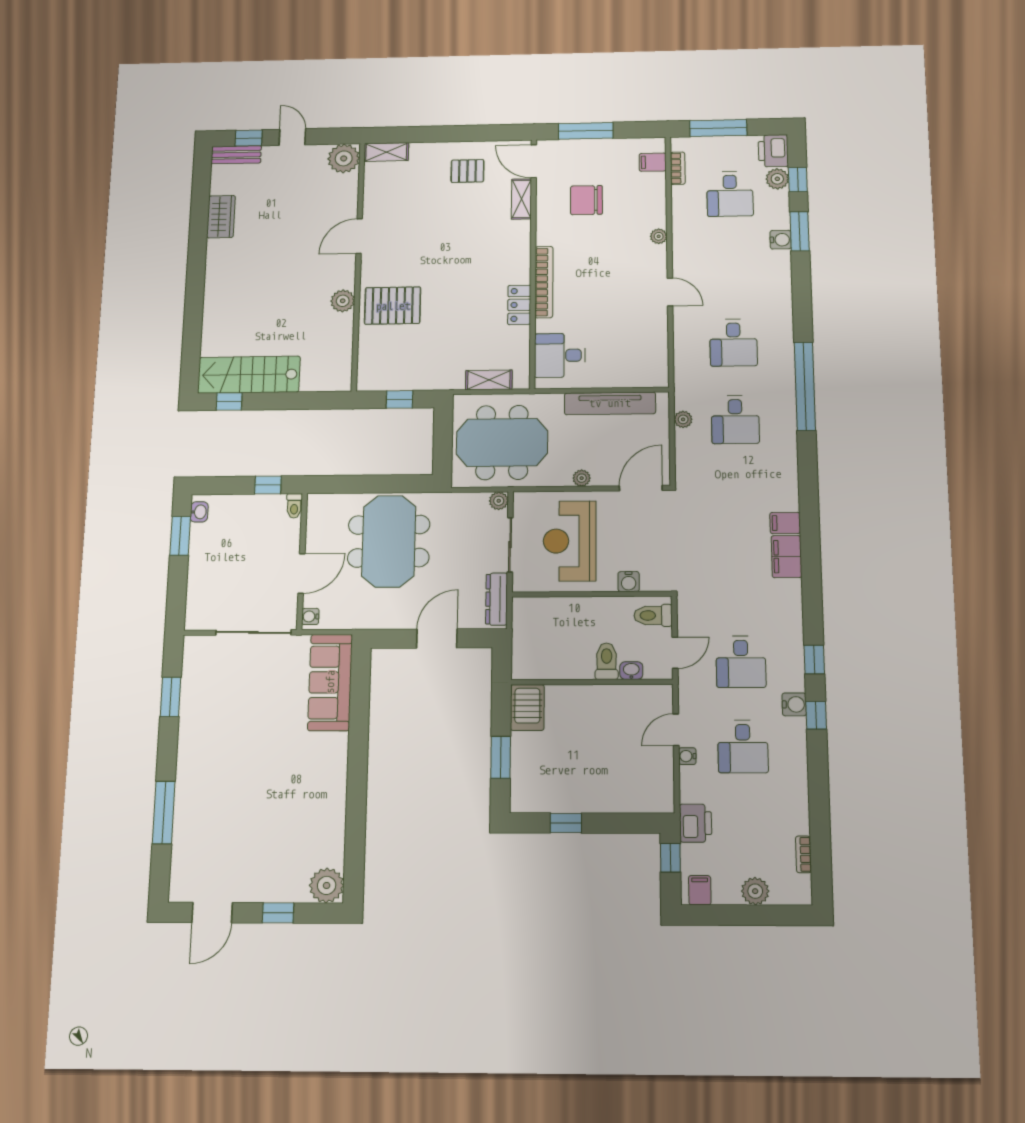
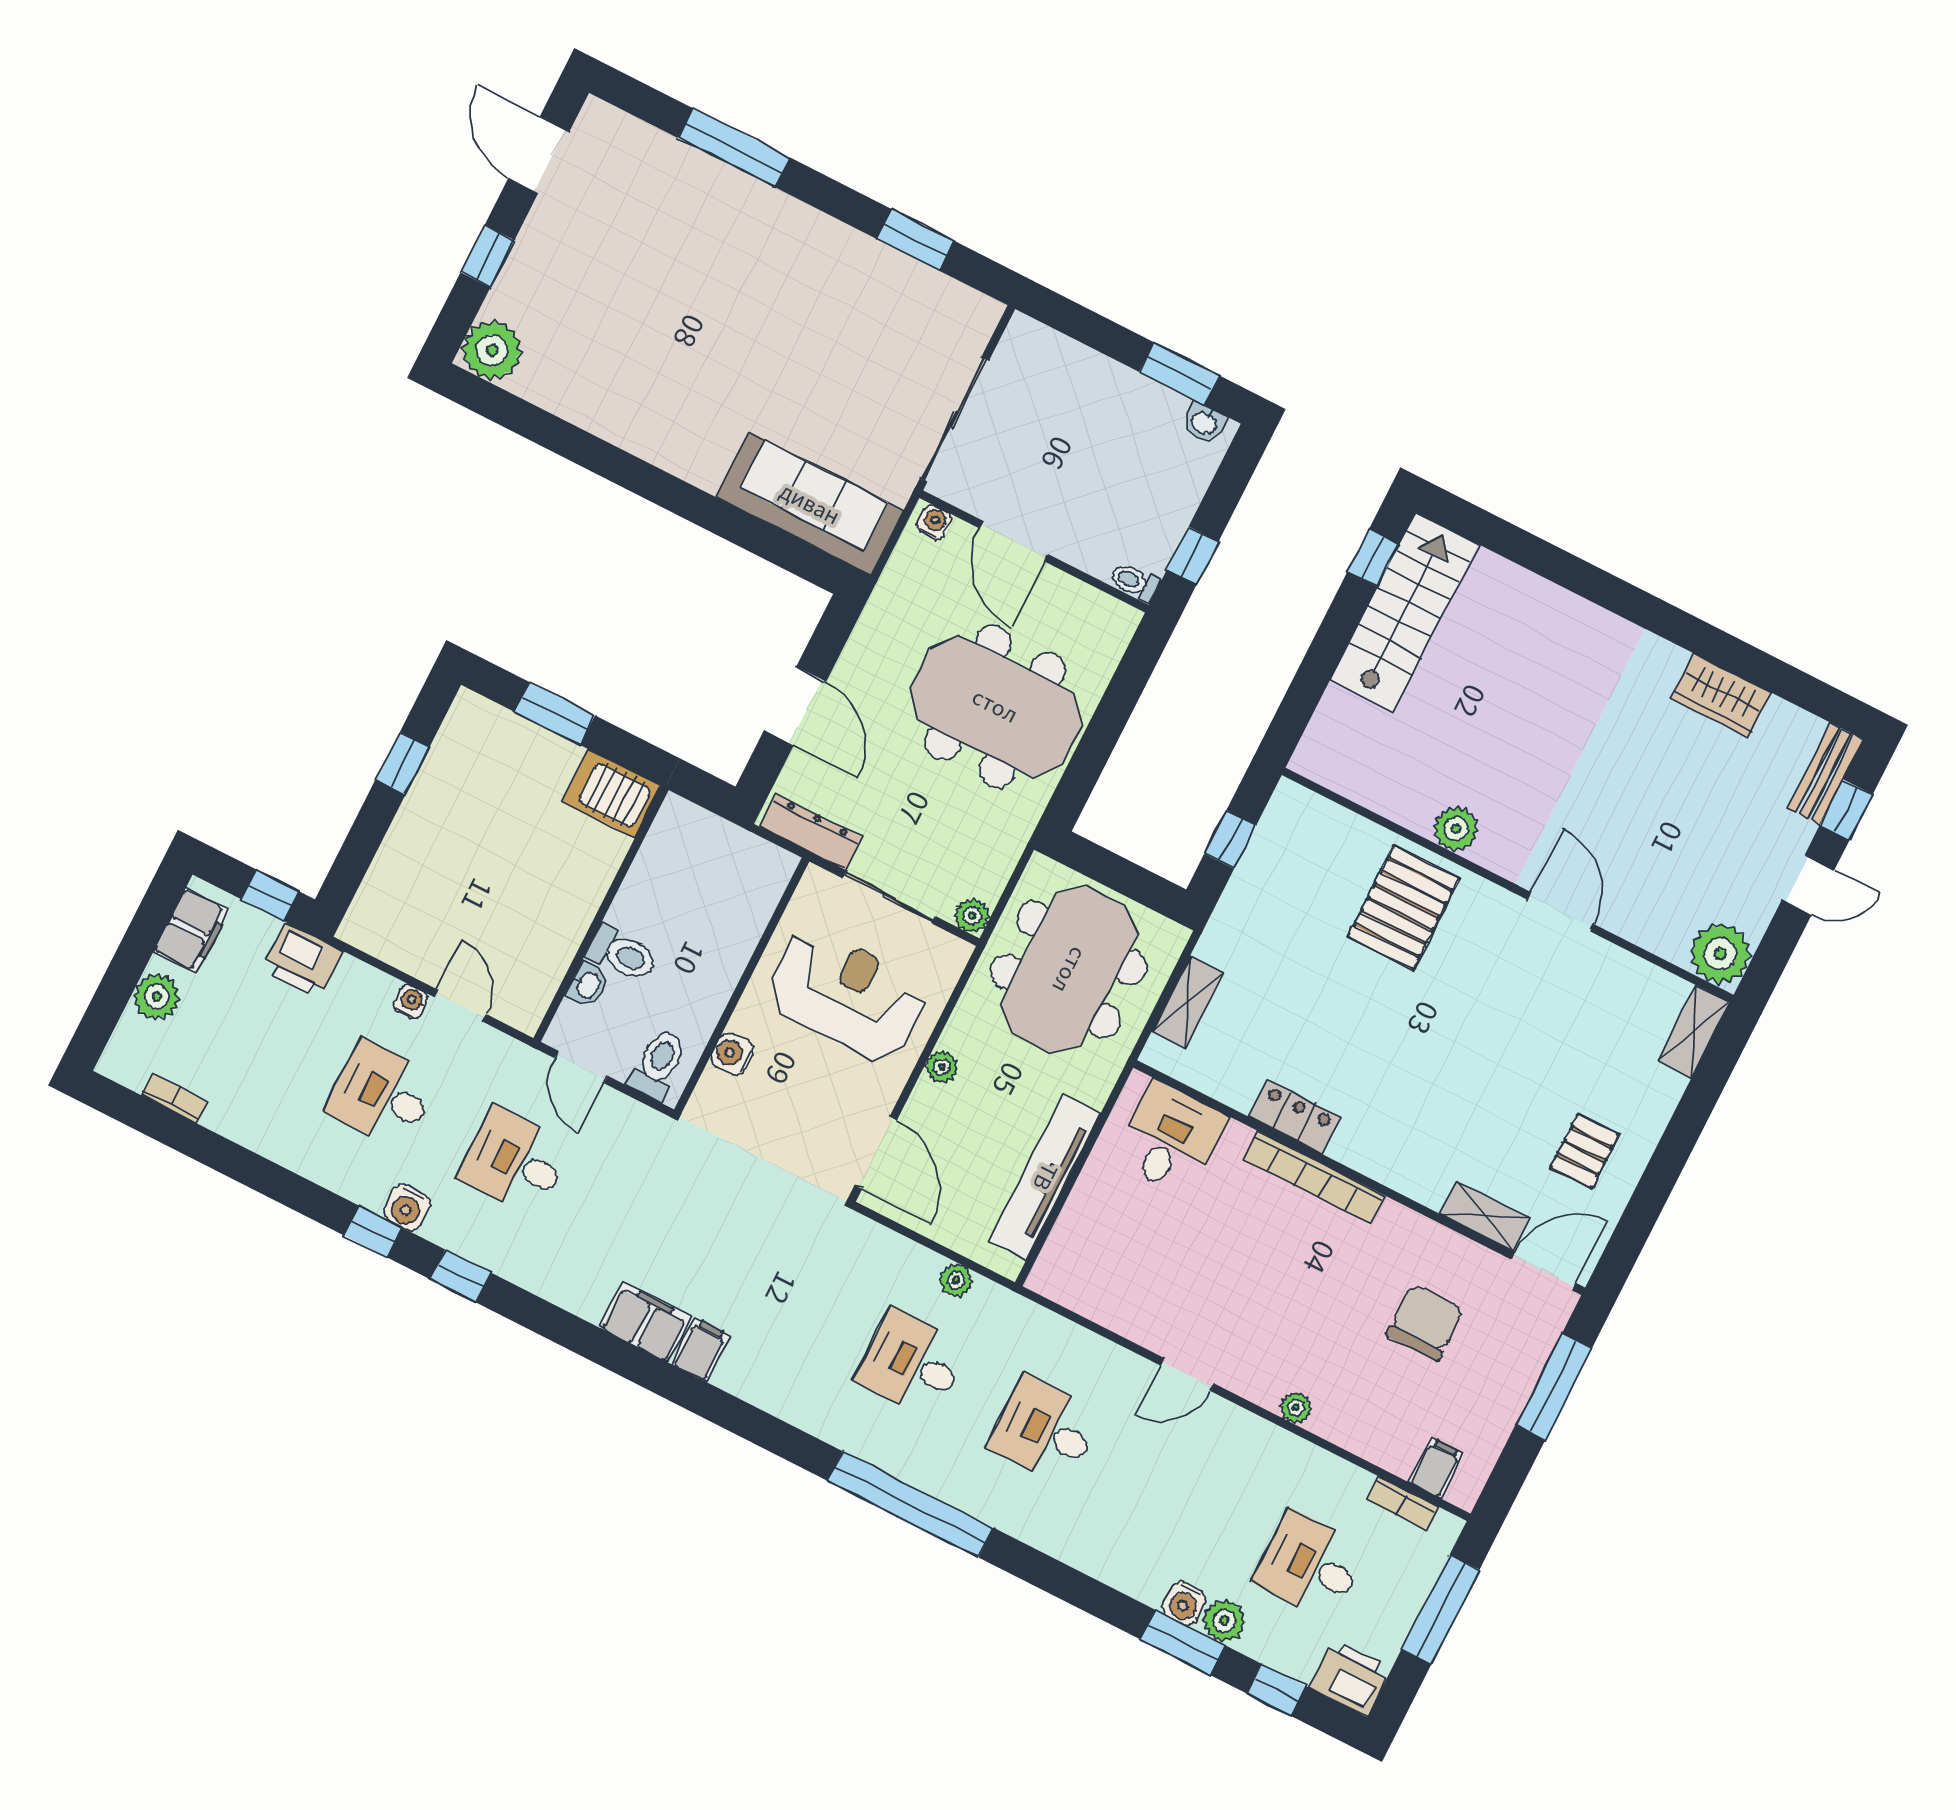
plant: (777, 179) -> (1224, 1621), moved
filing cabinet: (700, 890) -> (191, 931), width x2.00

